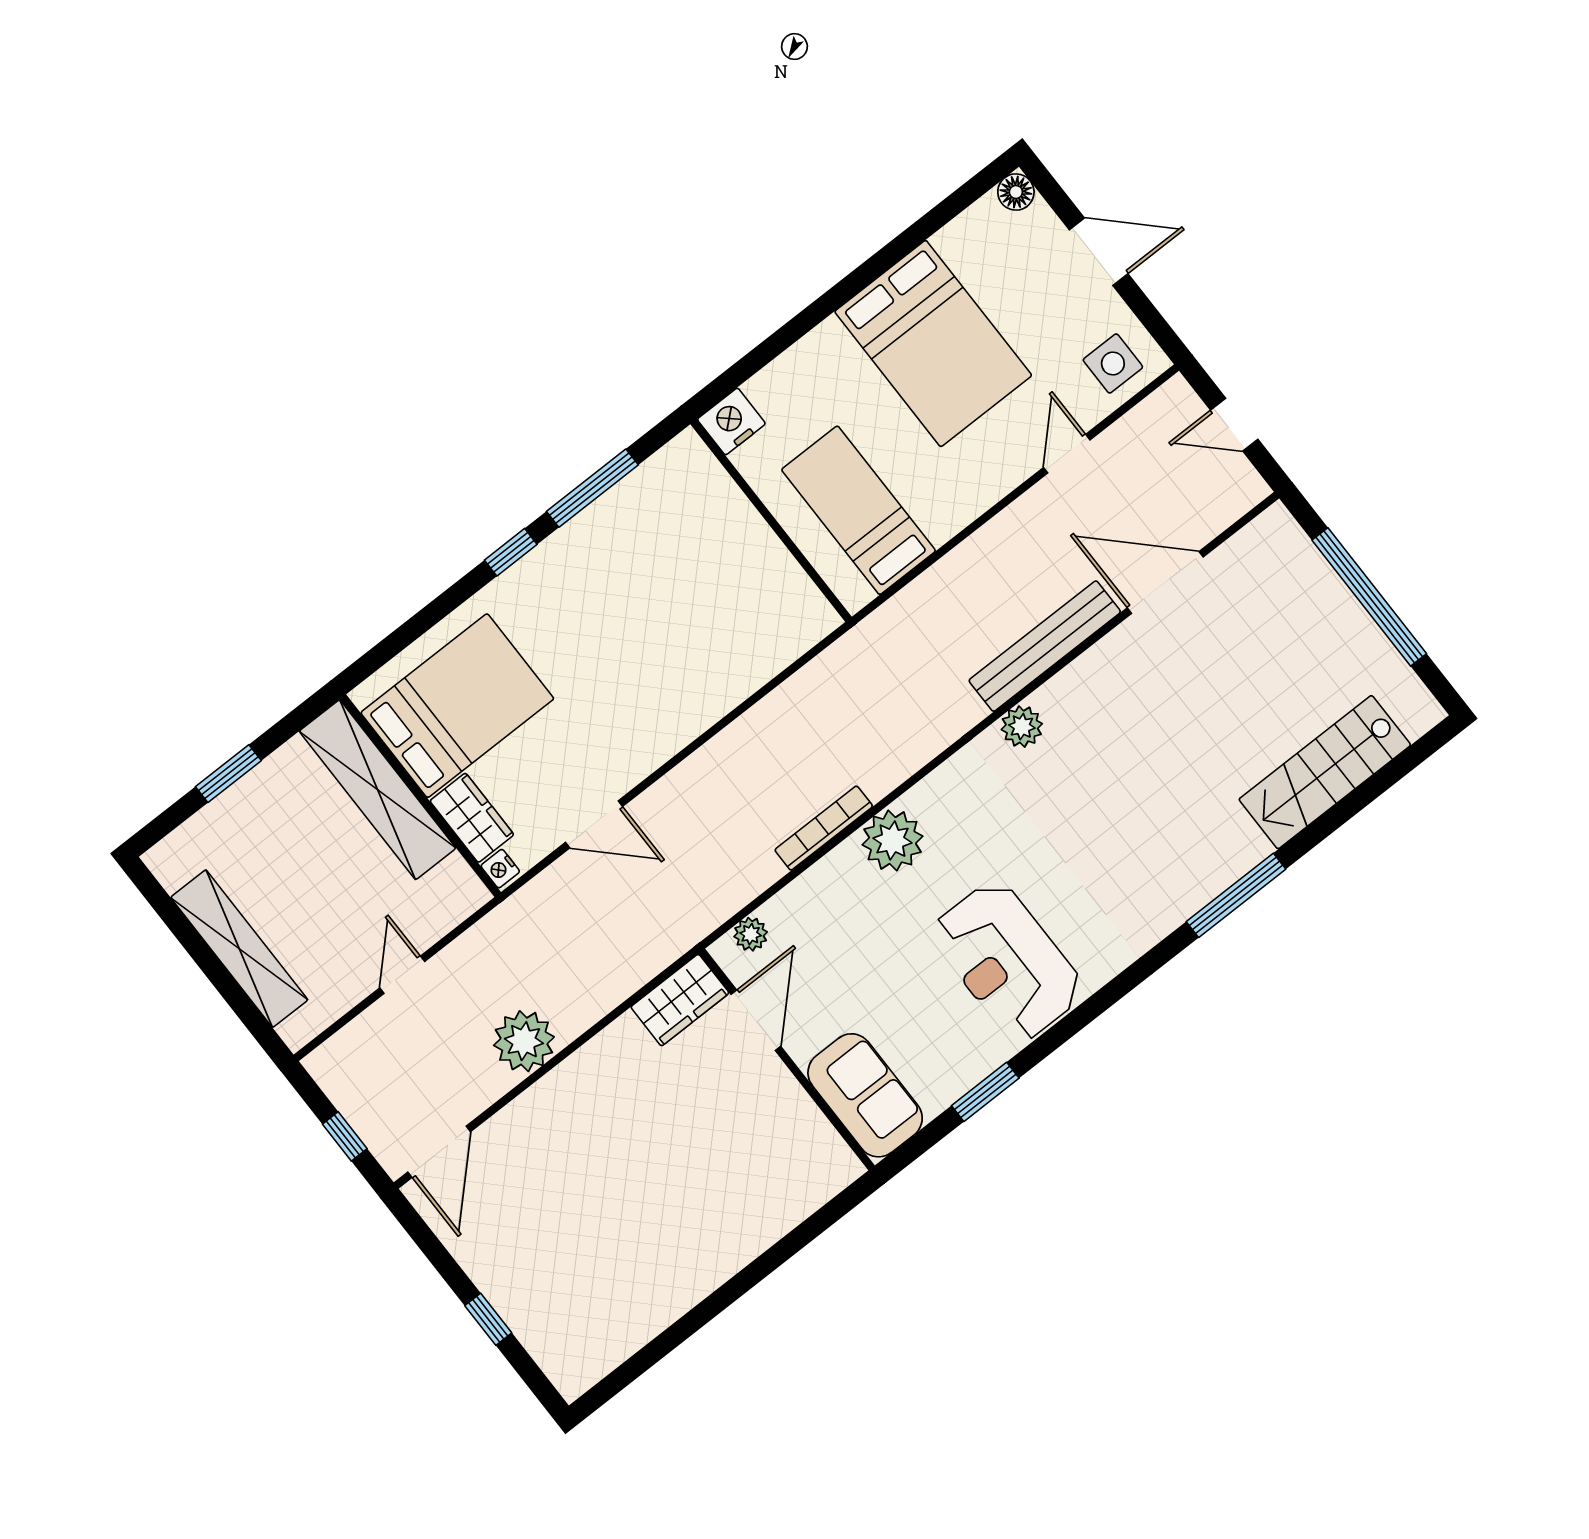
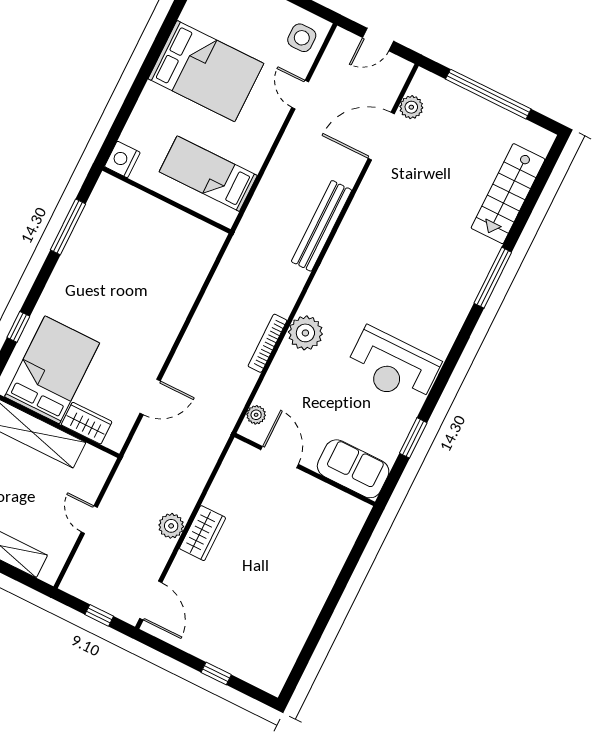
window: (511, 552) -> (18, 327), moved
bench: (1045, 646) -> (321, 226), moved
plant: (1022, 727) -> (411, 107), moved
nightstand: (500, 869) -> (113, 442), removed
wardrobe: (680, 1000) -> (203, 533), moved
plant: (524, 1041) -> (171, 526), width x0.73, depth x0.73

